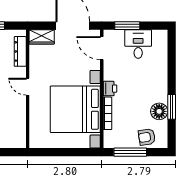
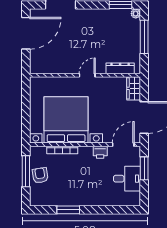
printer: (110, 89) -> (100, 152), moved
floor lamp: (159, 111) -> (64, 198), removed
armchair: (147, 137) -> (40, 175), moved

